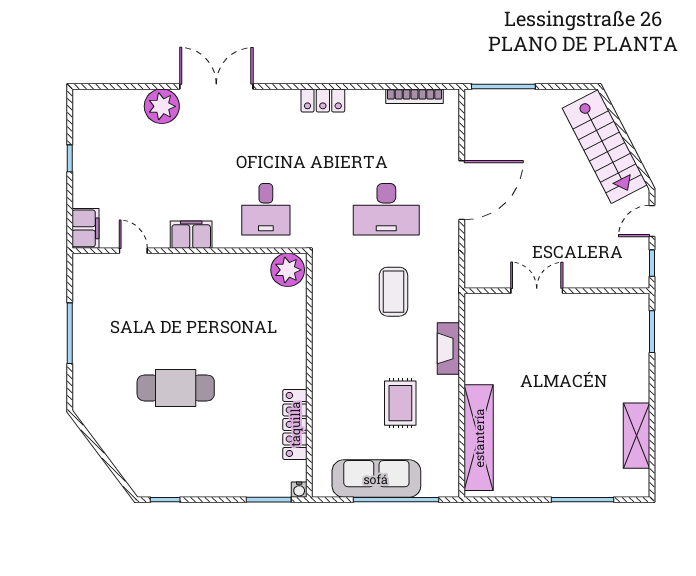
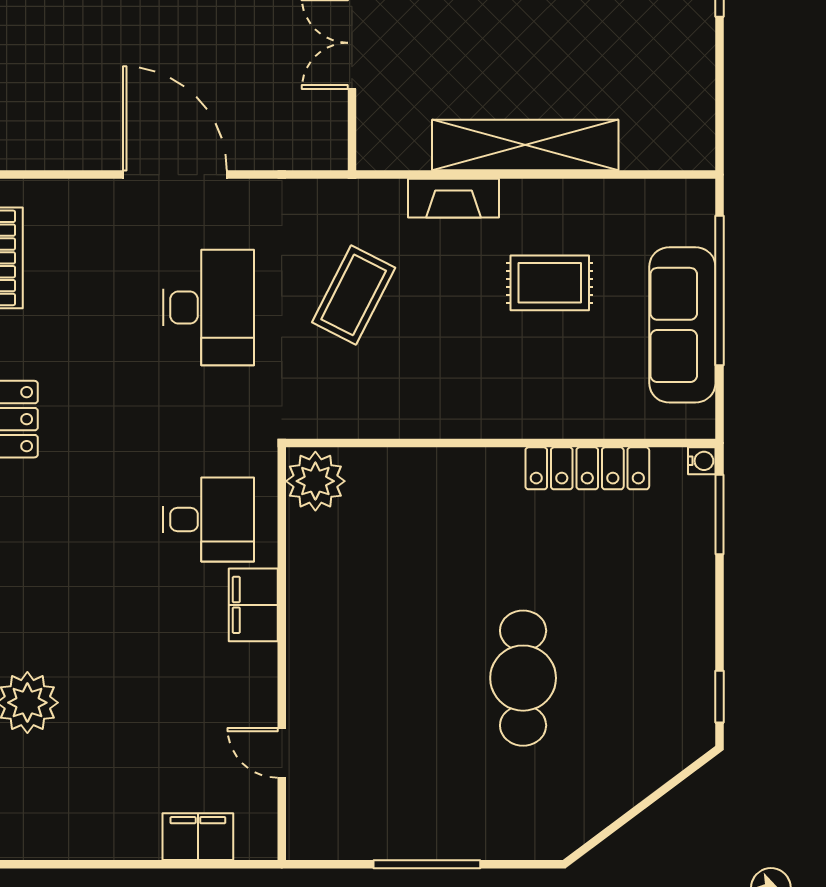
window: (70, 158) -> (119, 864), removed
filing cabinet: (86, 228) -> (198, 837), moved
filing cabinet: (191, 235) -> (253, 605), moved
door: (133, 251) -> (282, 753), hinge flipped
coffee table: (393, 292) -> (354, 295), turned -63
shelving: (479, 438) -> (525, 145), moved

